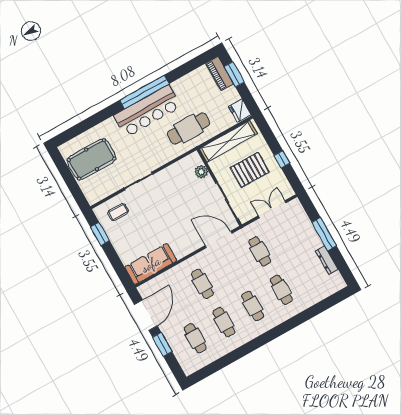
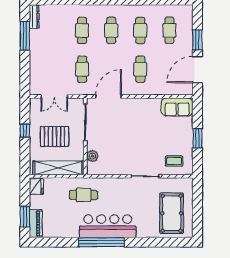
cafe table: (188, 128) -> (84, 195), width x0.73, depth x0.74
pool table: (92, 159) -> (172, 213), turned 90
window: (100, 234) -> (197, 138), moved
window: (324, 234) -> (25, 36), moved
door: (219, 239) -> (108, 96), swing flipped
dresser: (327, 260) -> (34, 17), moved
sofa: (151, 264) -> (177, 107), width x0.73

